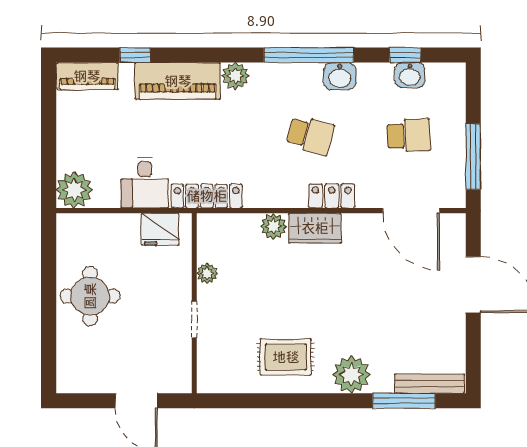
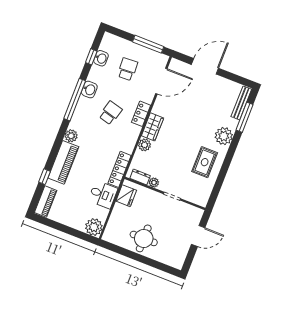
dresser: (207, 242) -> (140, 177), added

